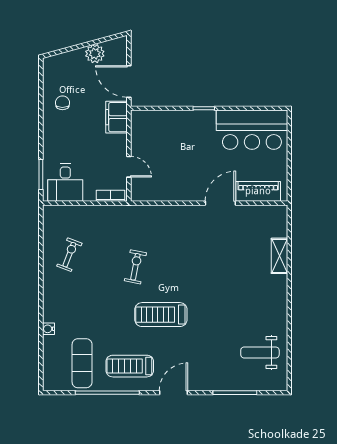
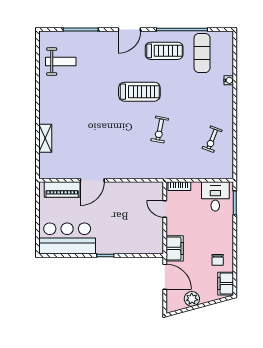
filing cabinet: (52, 73) -> (226, 284), added

